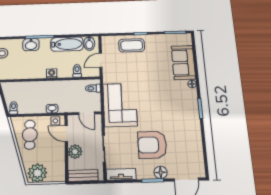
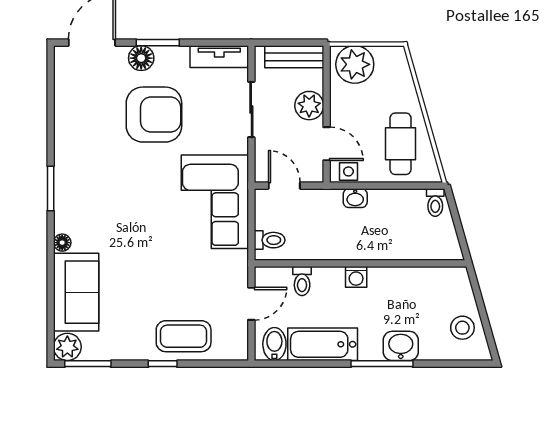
plant: (185, 39) -> (67, 347), added
plant: (37, 173) -> (355, 64), moved

